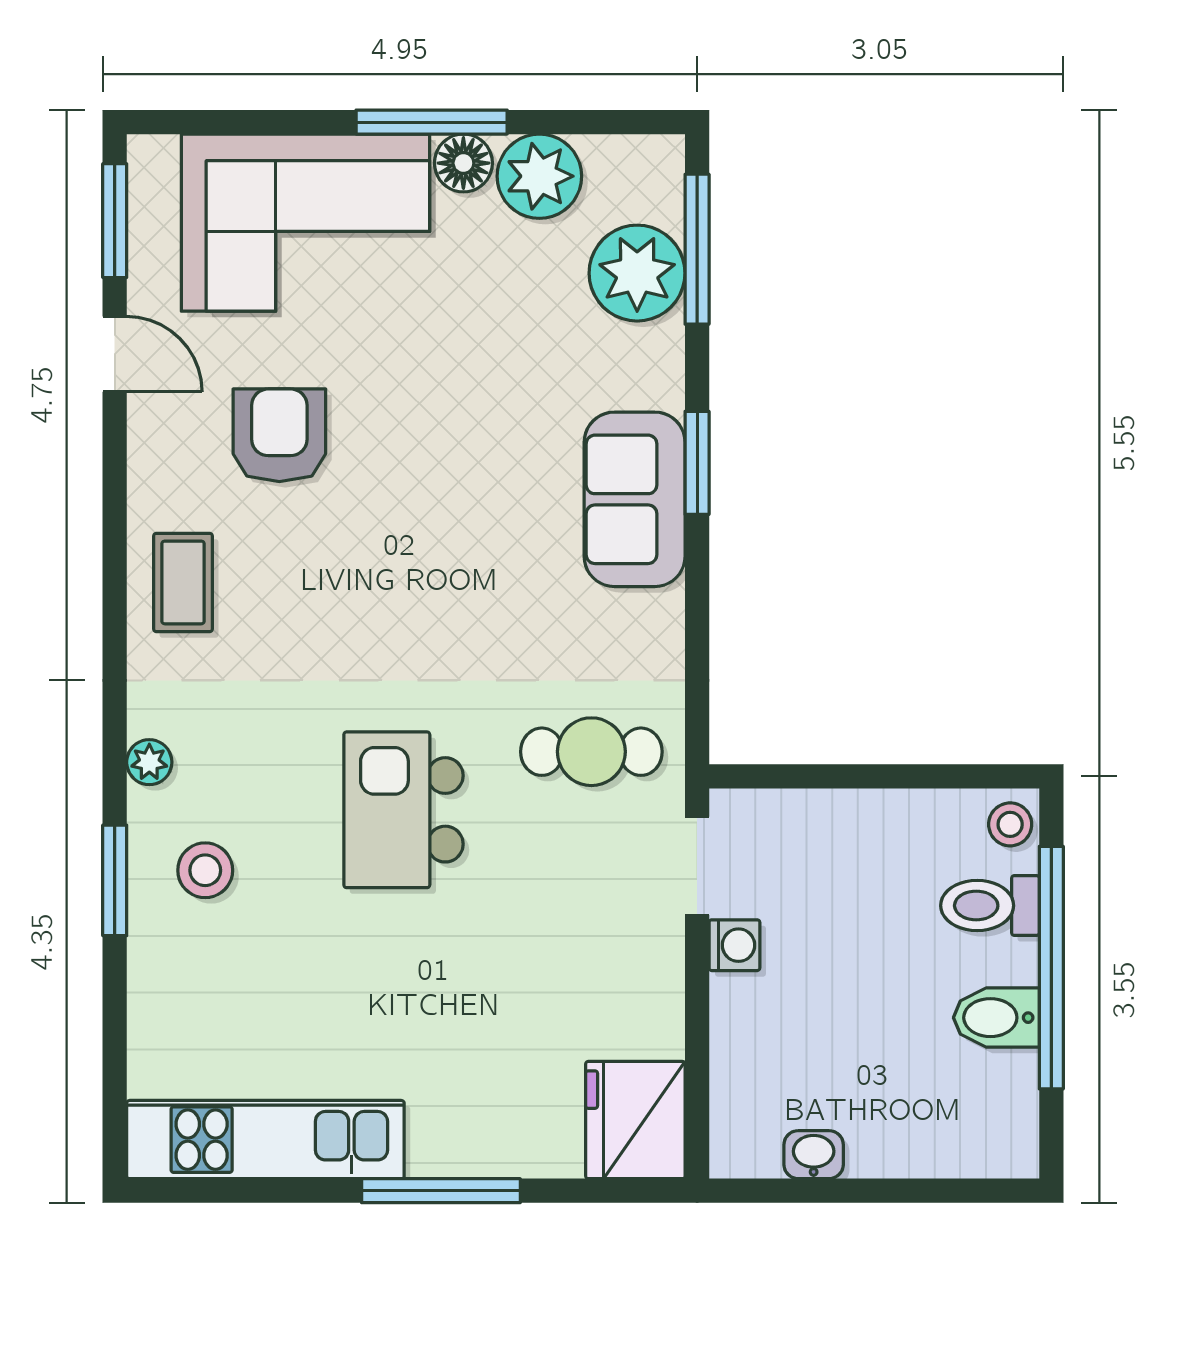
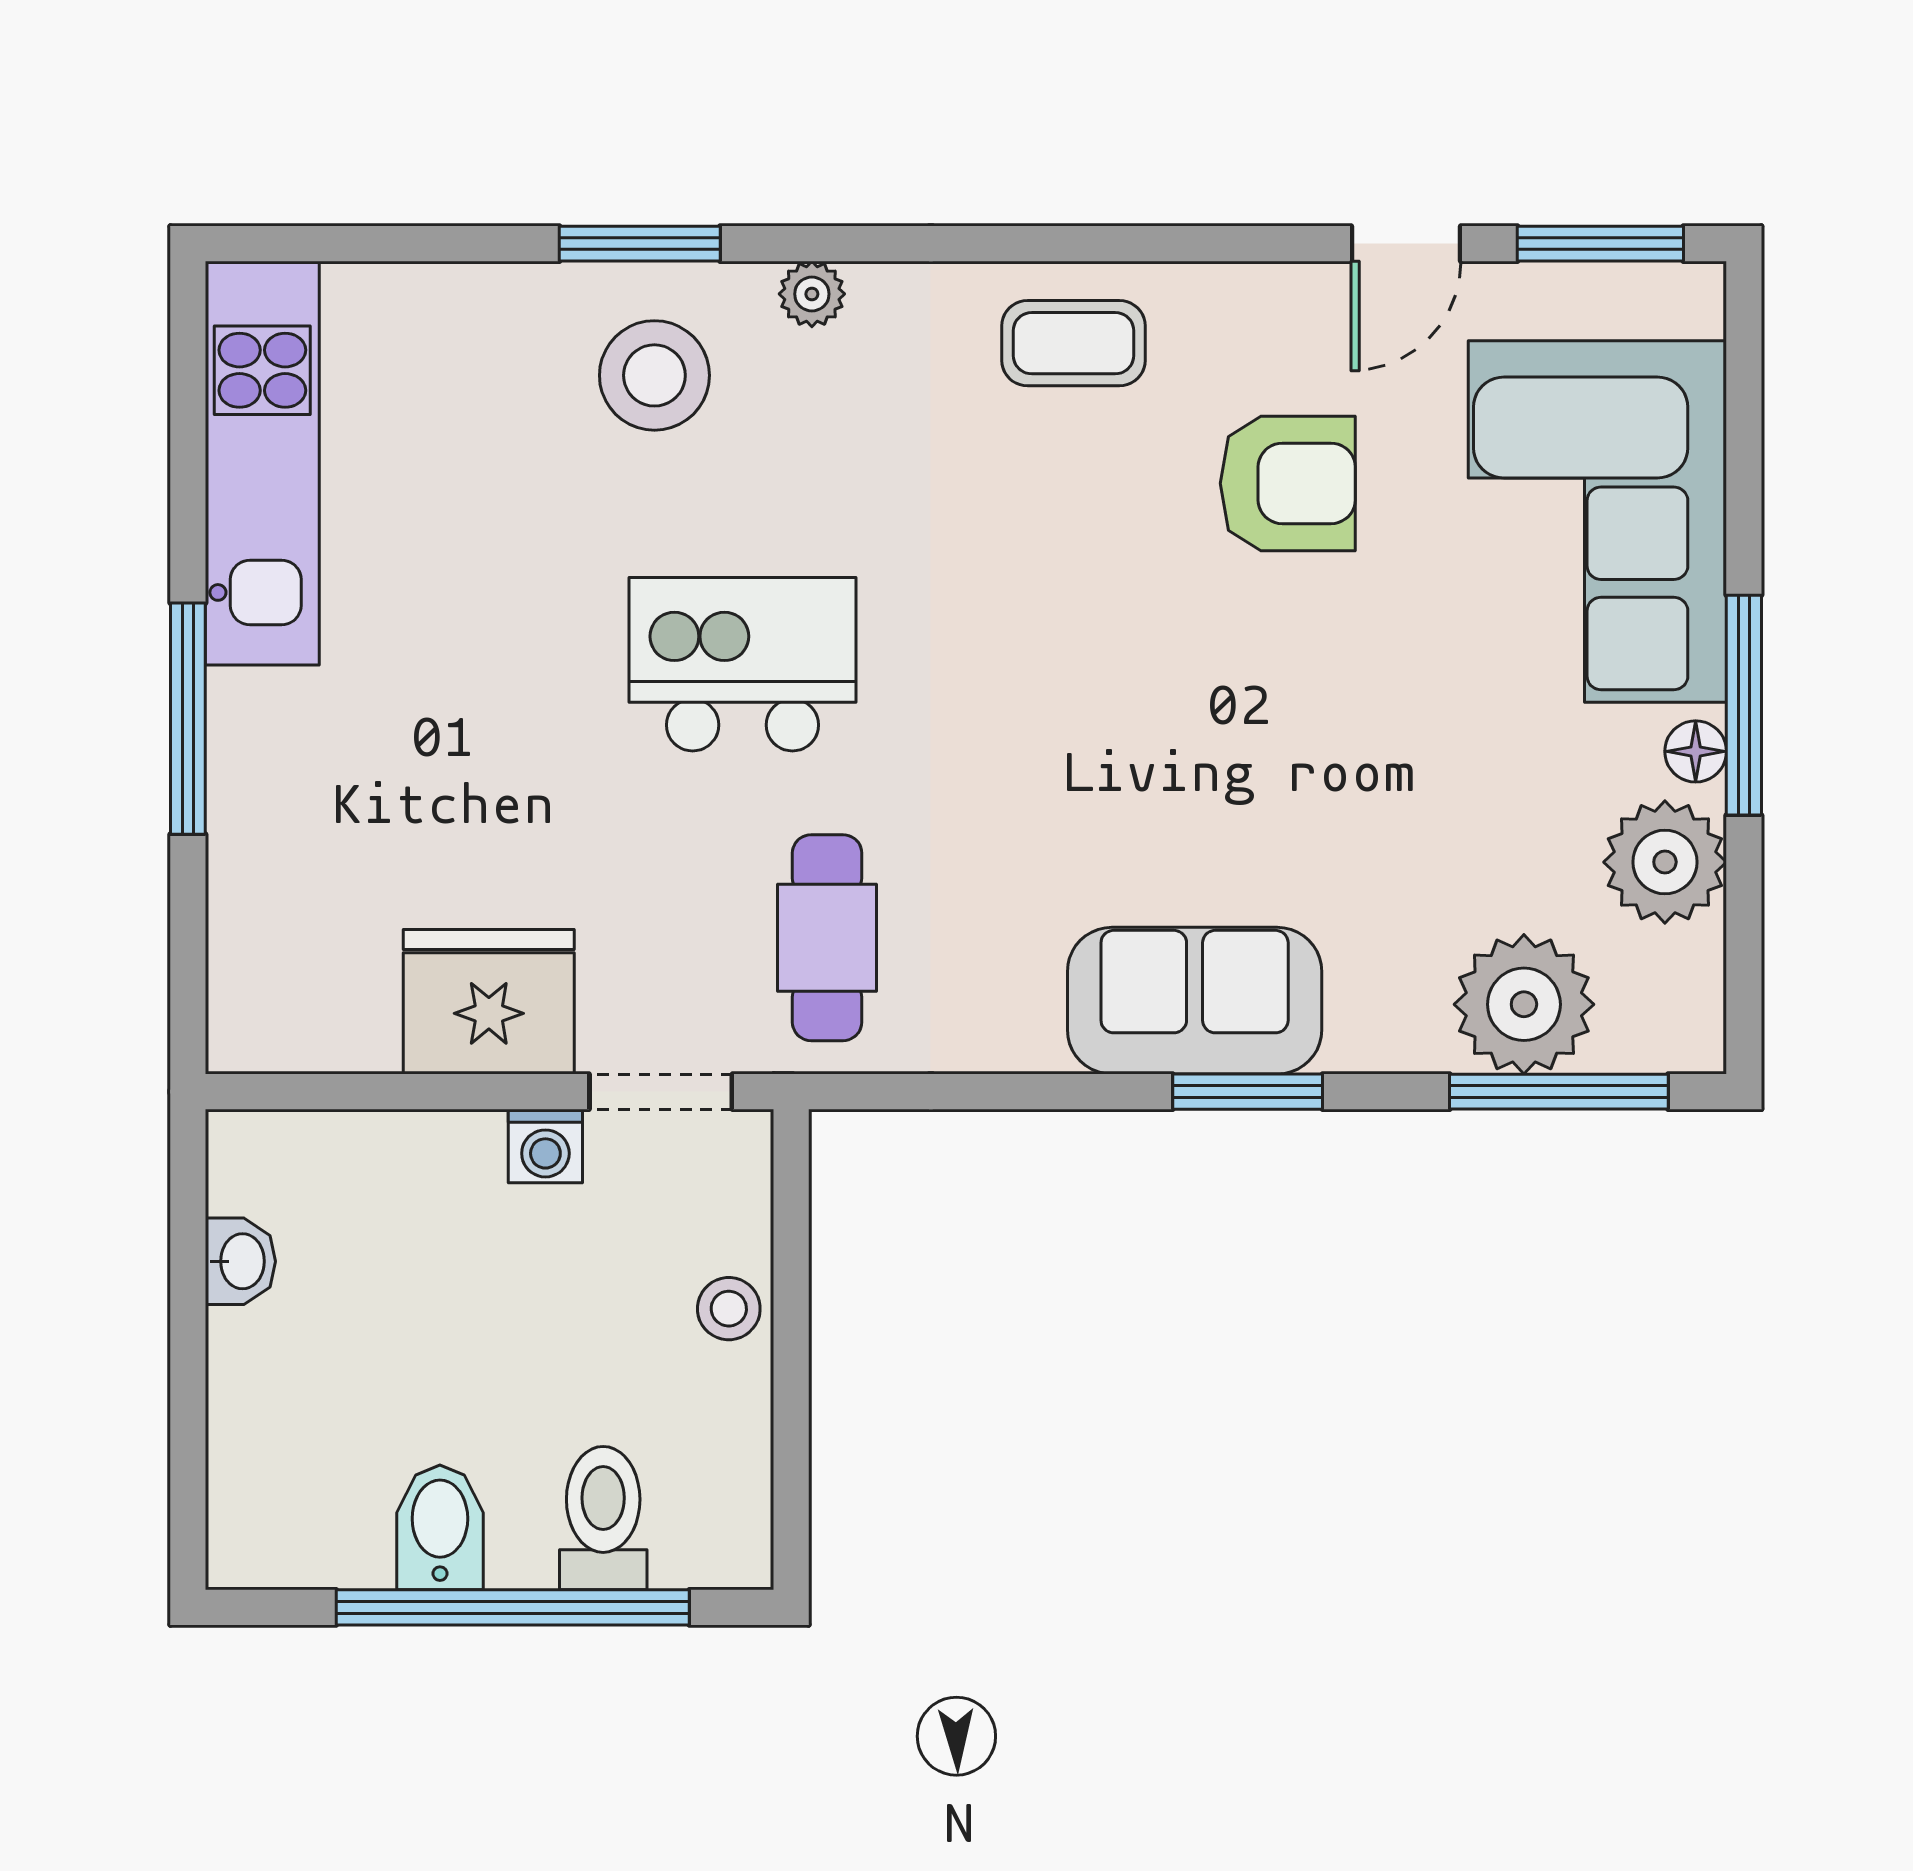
floor lamp: (463, 163) -> (1696, 751), width x0.73, depth x0.73
stool: (1010, 824) -> (729, 1309), moved
stool: (205, 870) -> (654, 375), width x1.38, depth x1.38
fridge: (635, 1120) -> (489, 1002), moved

